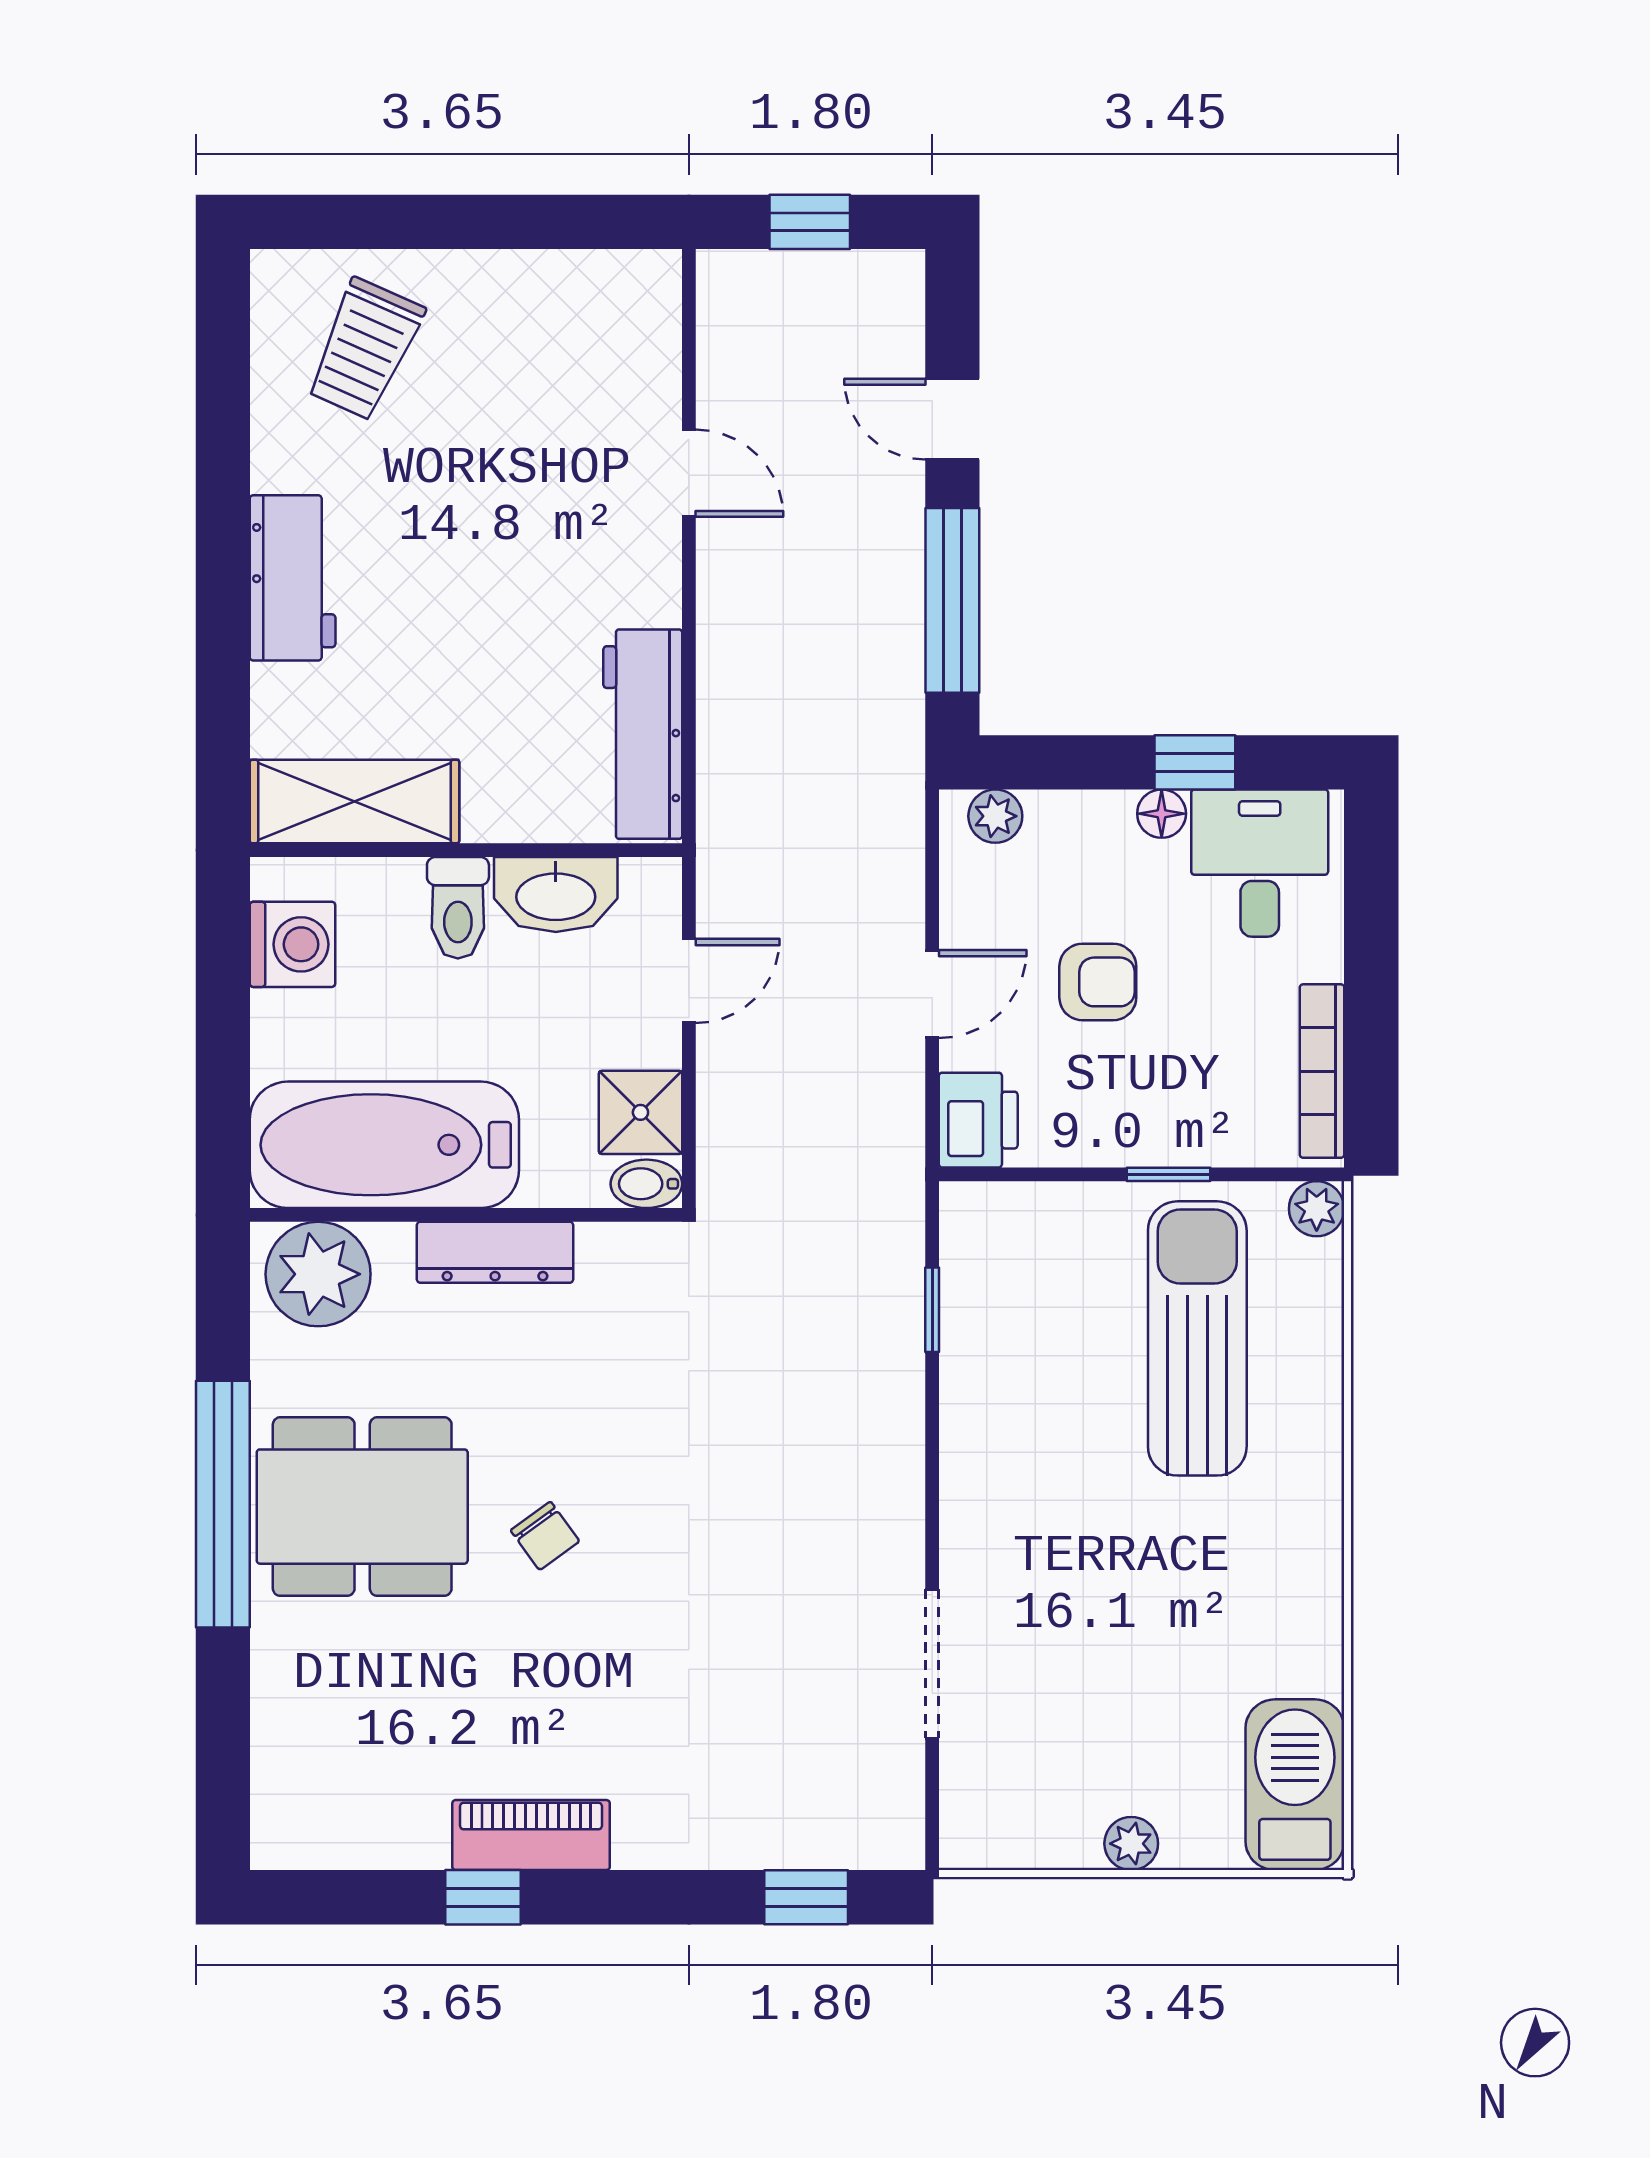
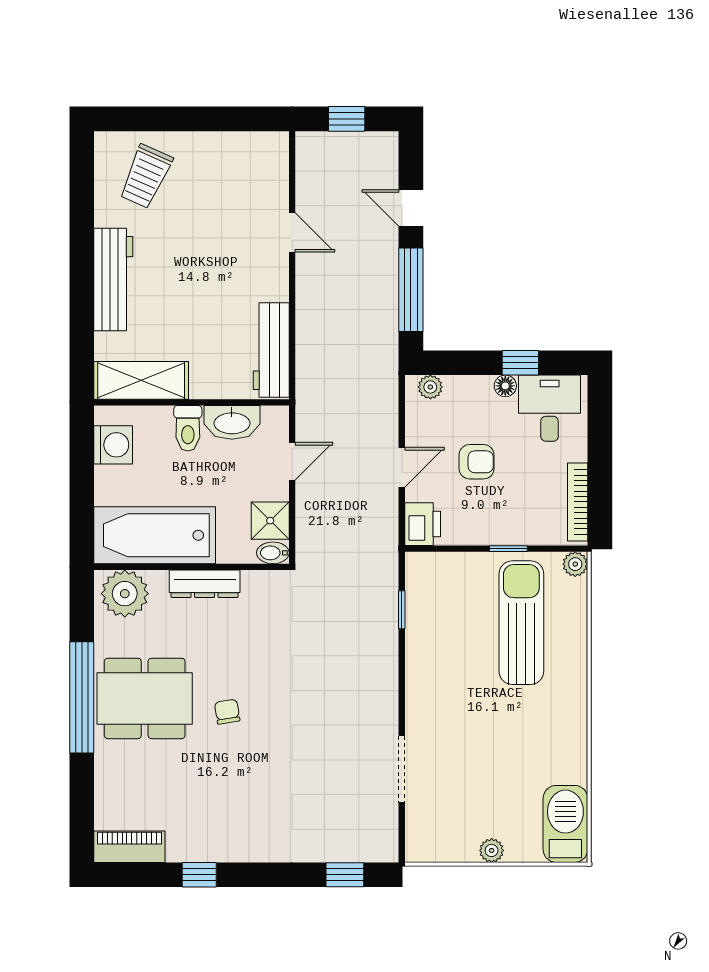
workbench: (293, 578) -> (113, 279), width x1.38
chair: (545, 1536) -> (227, 712), turned -153
piano: (531, 1835) -> (129, 847), moved

